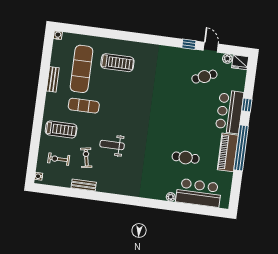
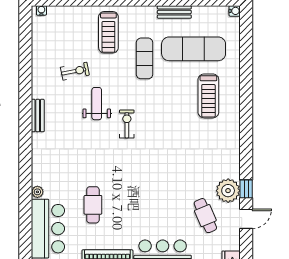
plant: (227, 59) -> (228, 191), moved, width x1.88, depth x1.88
exercise bike: (59, 159) -> (127, 124), moved
bench: (84, 185) -> (38, 116), moved

